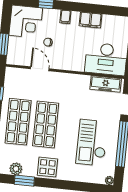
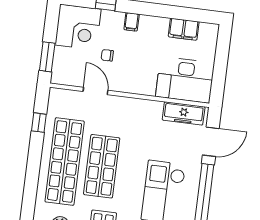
filing cabinet: (90, 20) -> (184, 29), moved
shop shelf: (18, 122) -> (65, 162), width x1.40

